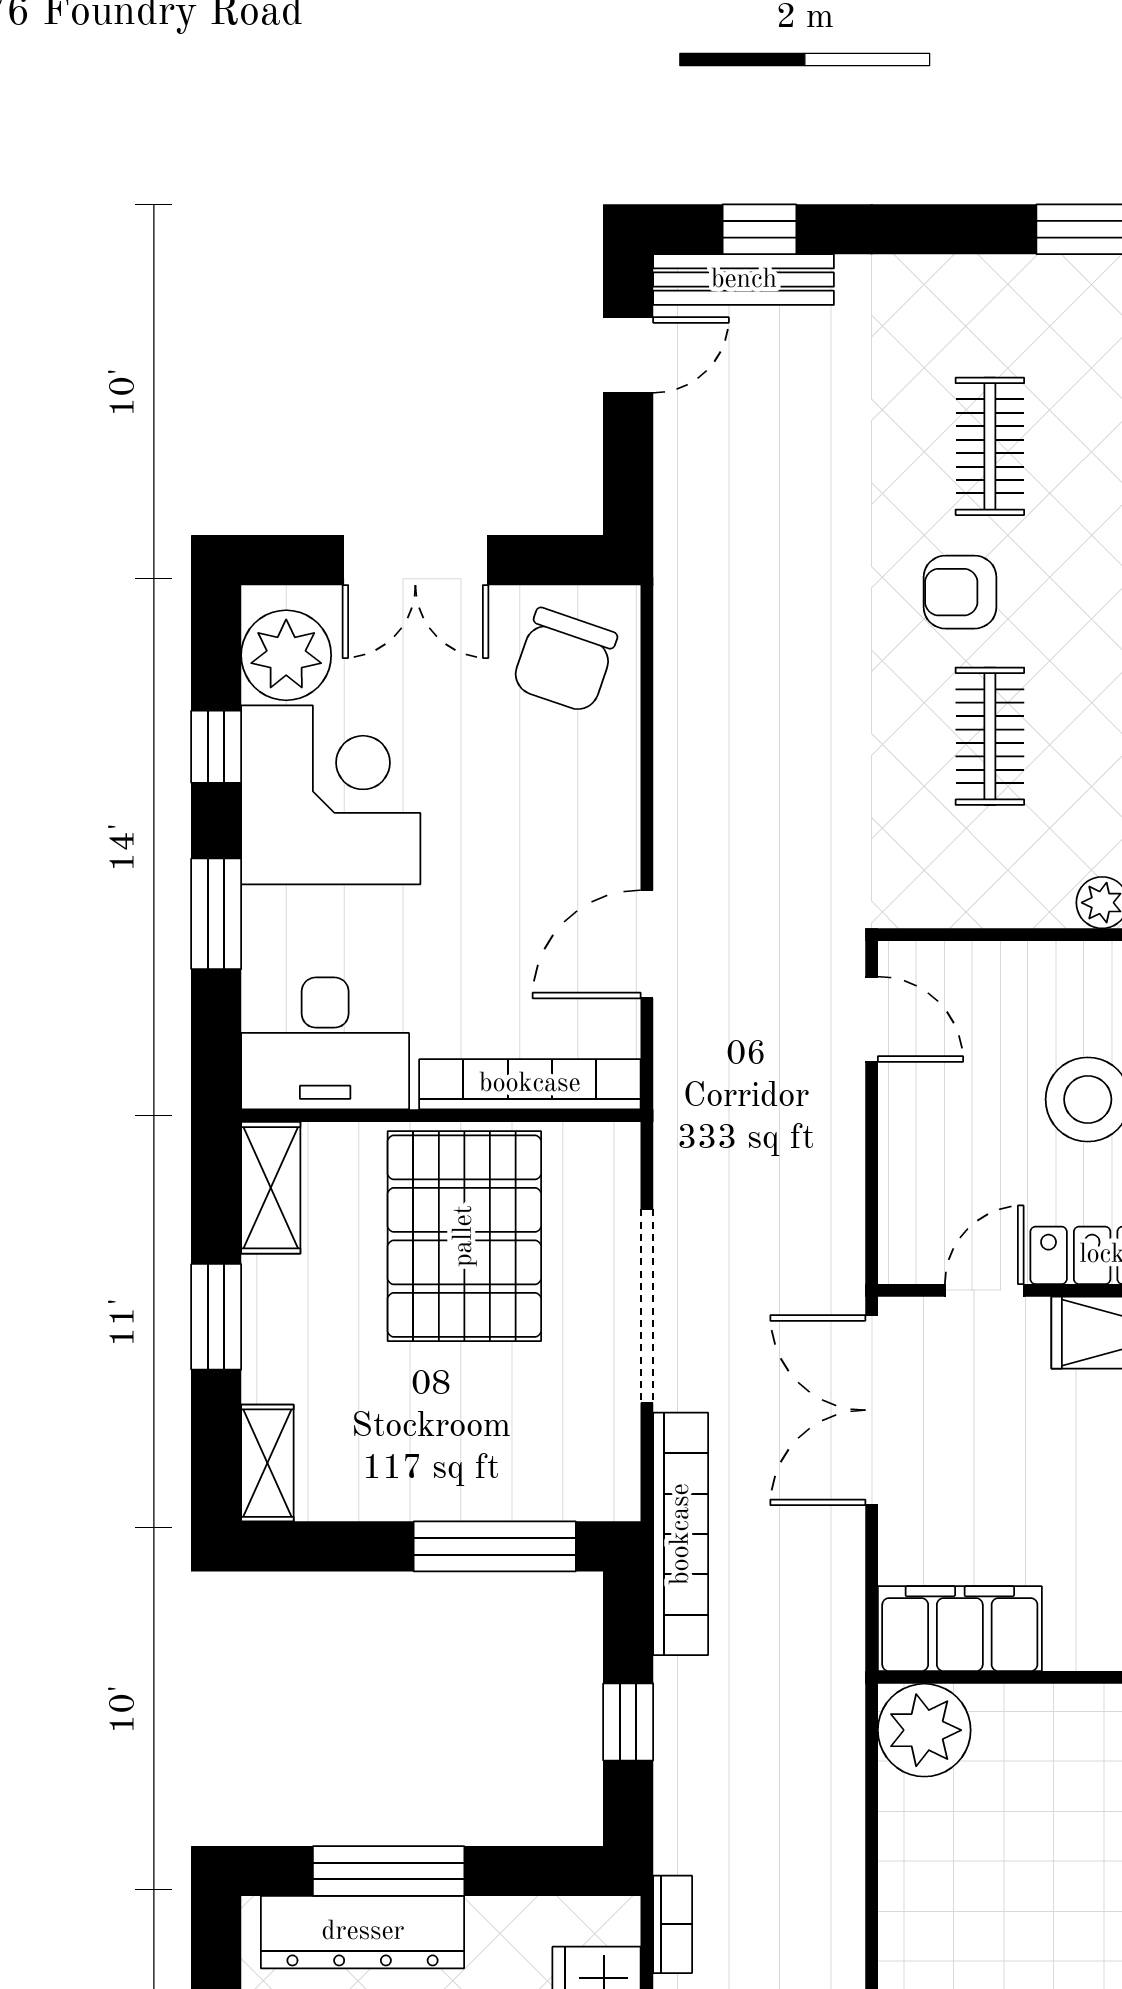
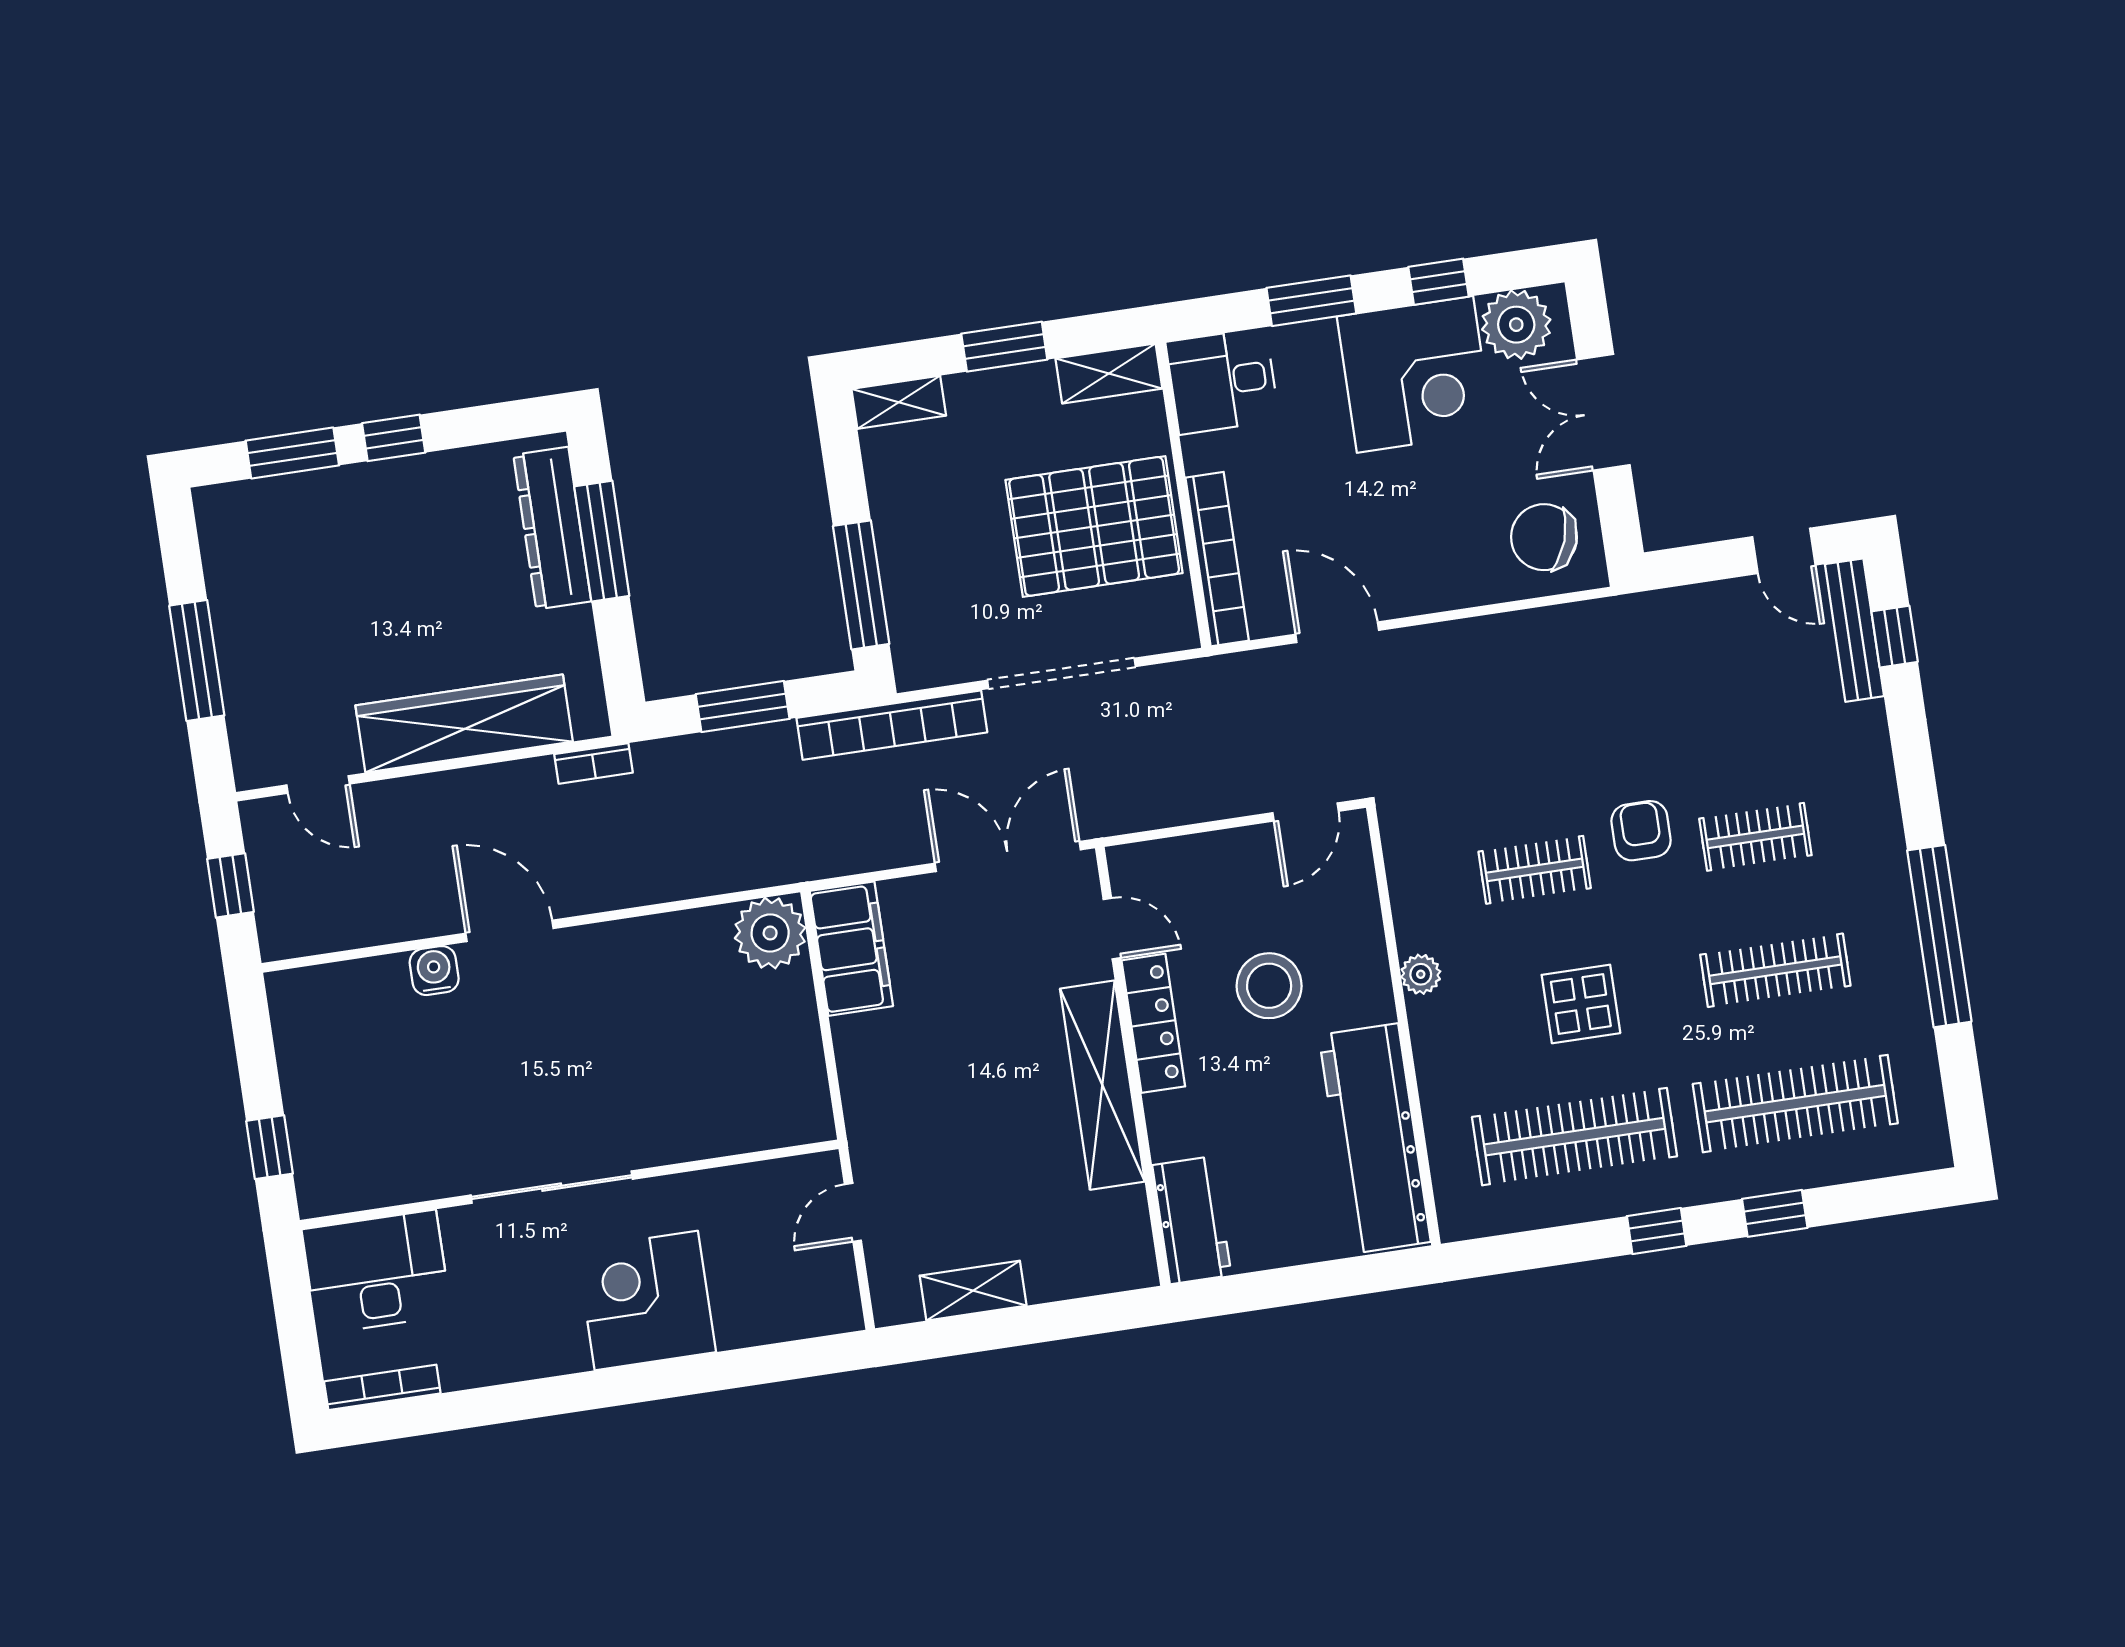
desk: (325, 1043) -> (1222, 381), width x0.73
window: (628, 1722) -> (743, 707), width x1.50

